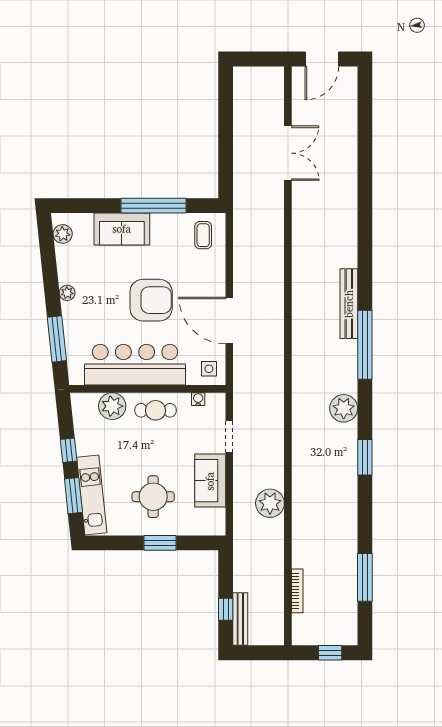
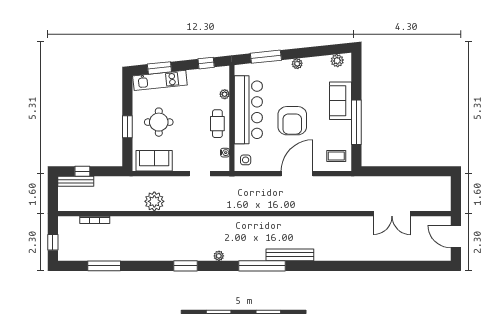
door: (229, 321) -> (297, 174), moved
plant: (112, 406) -> (225, 94), width x0.53, depth x0.53
plant: (344, 408) -> (219, 256), width x0.53, depth x0.53
window: (69, 450) -> (206, 63), moved
sofa: (210, 481) -> (154, 161), moved

